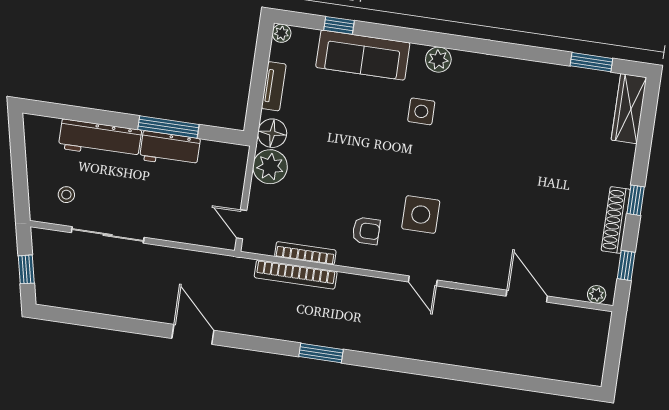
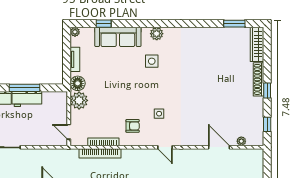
side table: (421, 215) -> (159, 114), width x0.54, depth x0.54
shoe rack: (616, 220) -> (258, 79), moved
plant: (597, 294) -> (241, 141), moved

